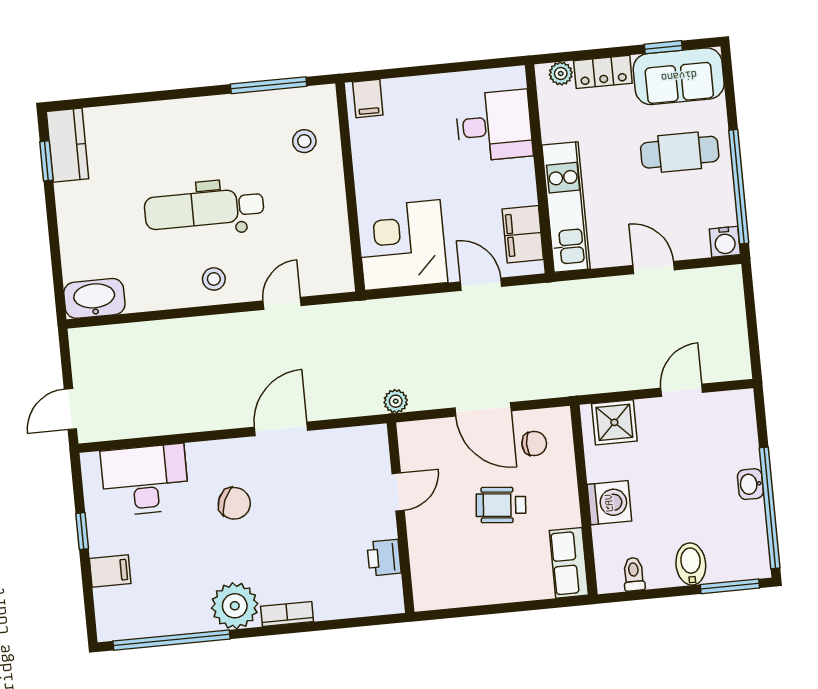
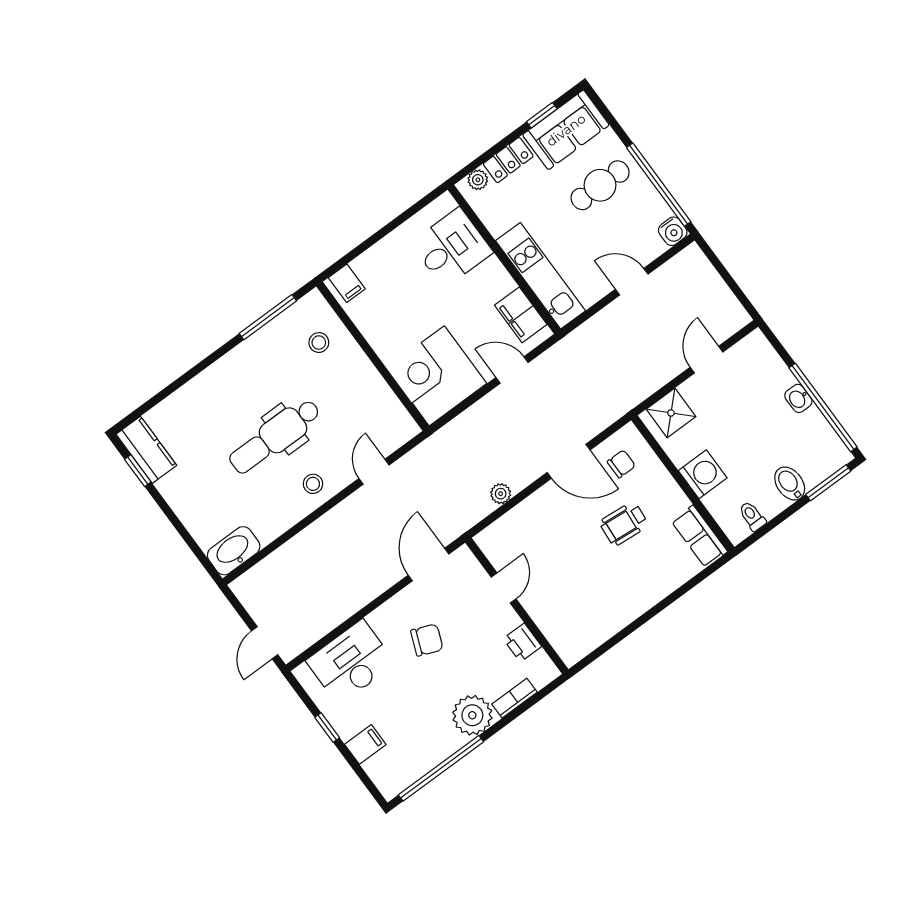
door: (398, 492) -> (504, 588), moved
wall: (401, 518) -> (517, 606), moved
printer: (384, 558) -> (522, 643), moved

